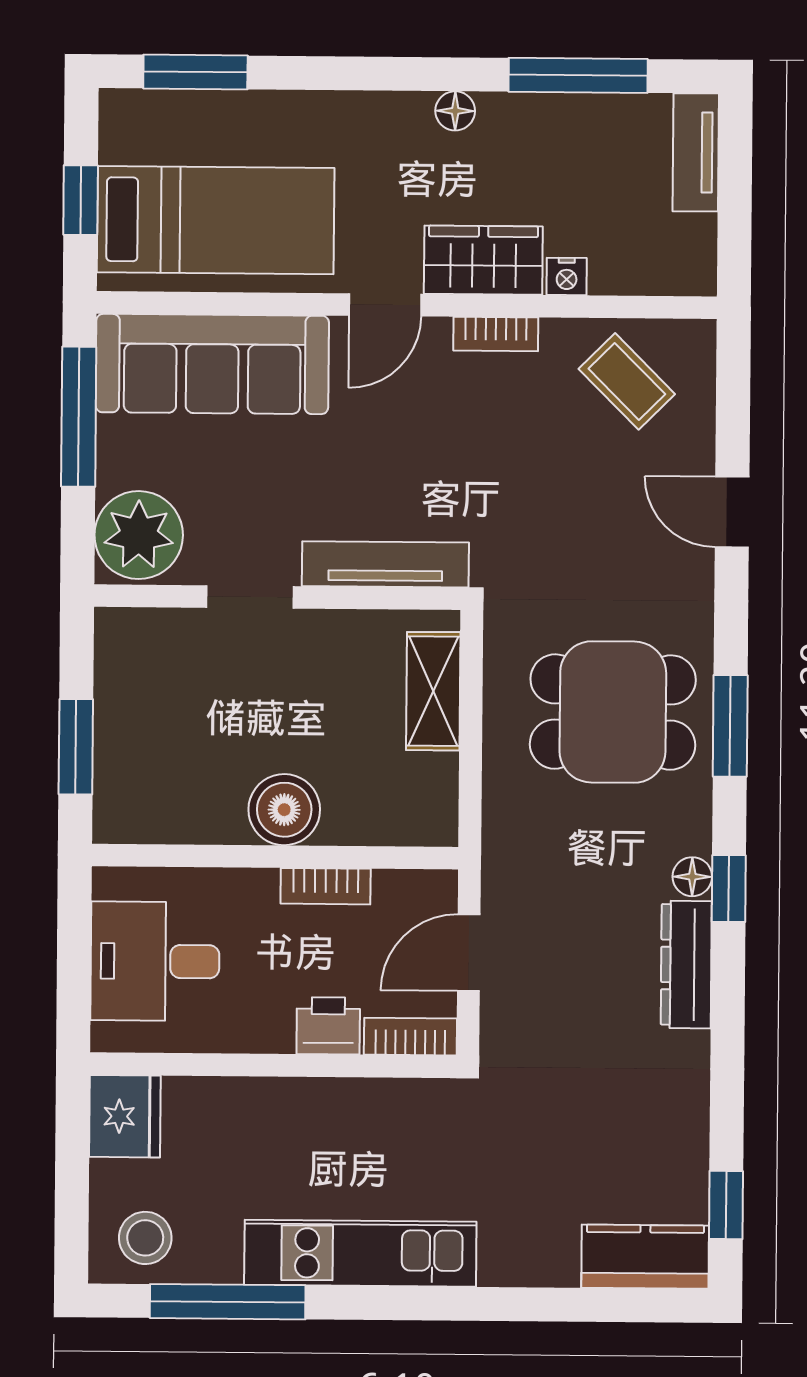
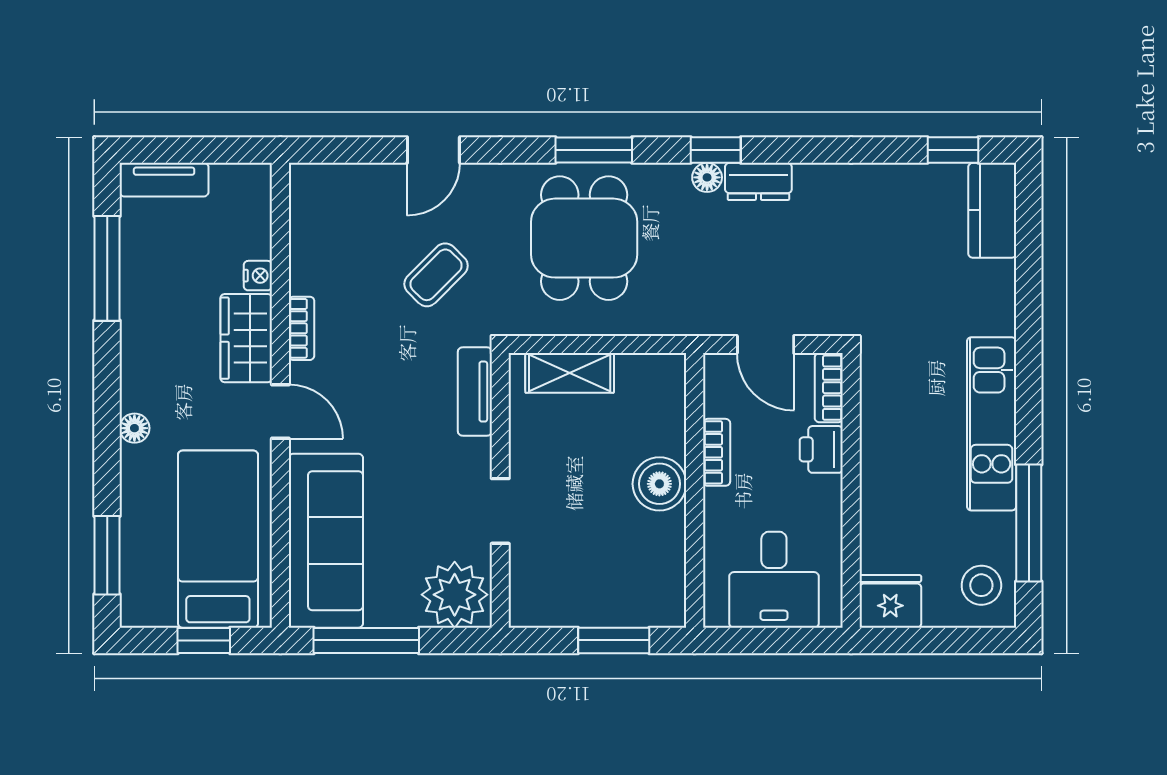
floor lamp: (455, 111) -> (134, 428), moved
coffee table: (627, 381) -> (436, 275), moved
tv unit: (385, 564) -> (475, 392), width x0.71
dresser: (686, 965) -> (758, 181), width x0.70

